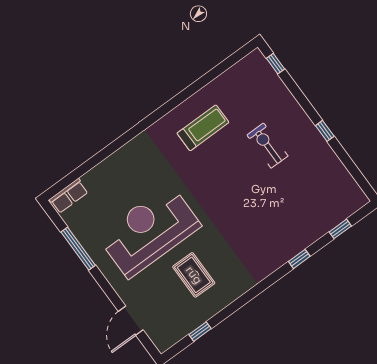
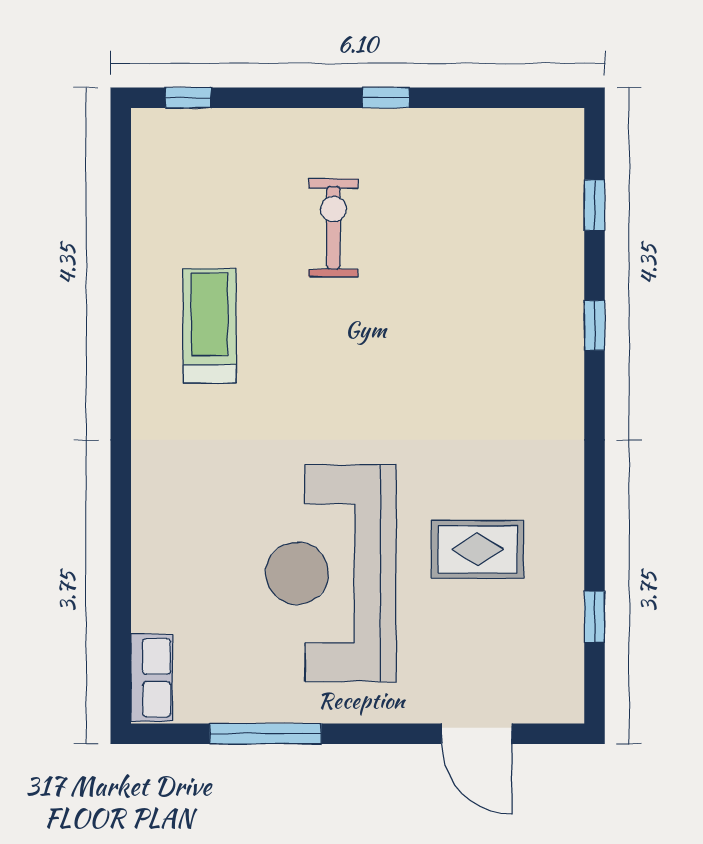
exercise bike: (267, 146) -> (333, 228), turned 90

